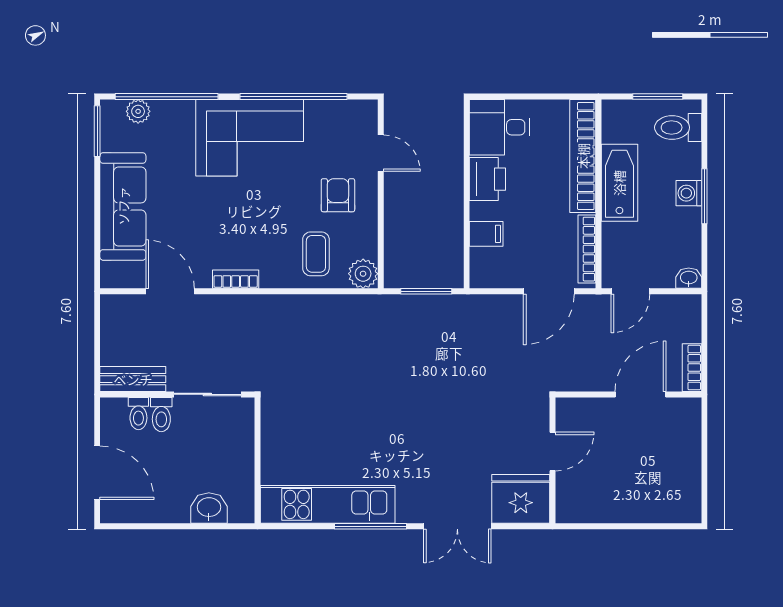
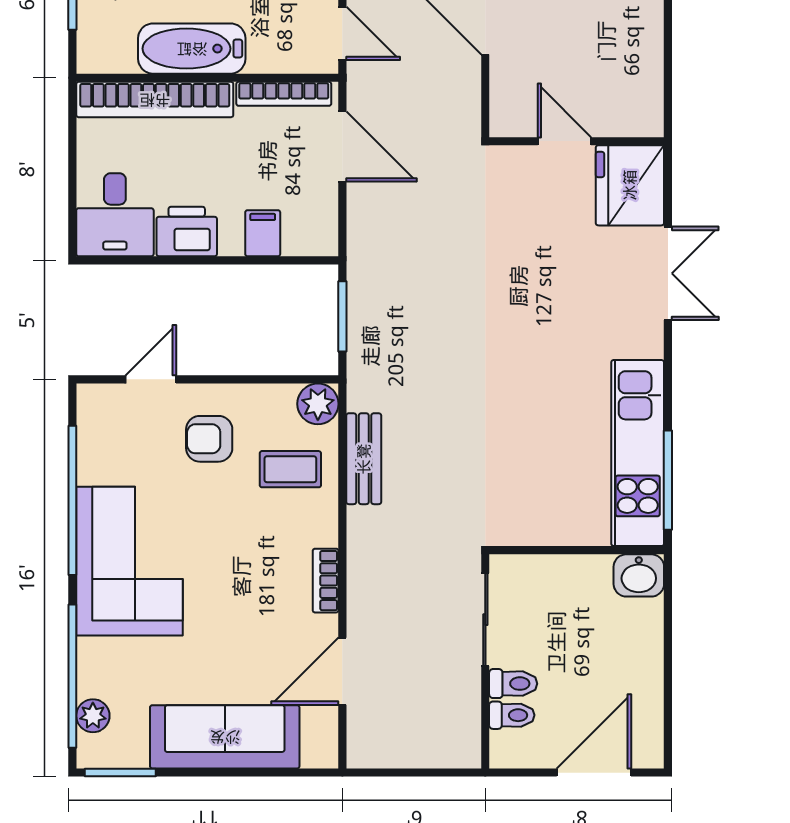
bench: (133, 379) -> (364, 459), moved
washbasin: (209, 508) -> (639, 575), moved, turned -90
window: (370, 526) -> (668, 480), moved

